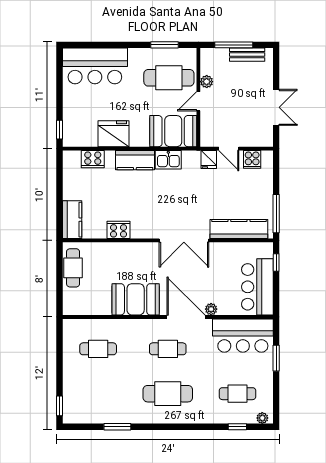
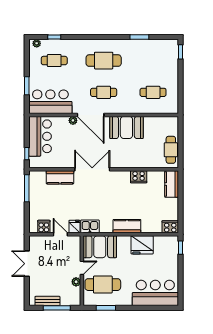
cooker: (93, 159) -> (170, 227), moved
kitchen sink: (168, 160) -> (90, 226), moved
kitchen counter: (239, 229) -> (60, 177), width x0.67

